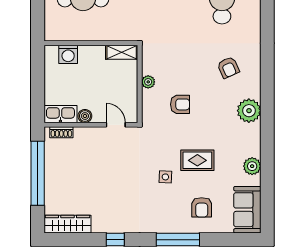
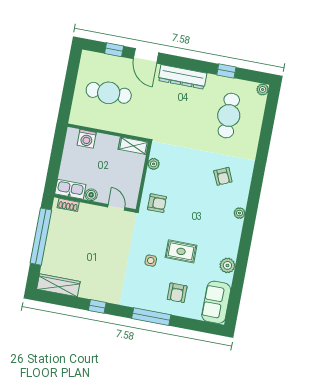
plant: (148, 82) -> (154, 164), moved
armchair: (180, 104) -> (157, 203), moved
plant: (249, 111) -> (239, 213), width x0.53, depth x0.53

